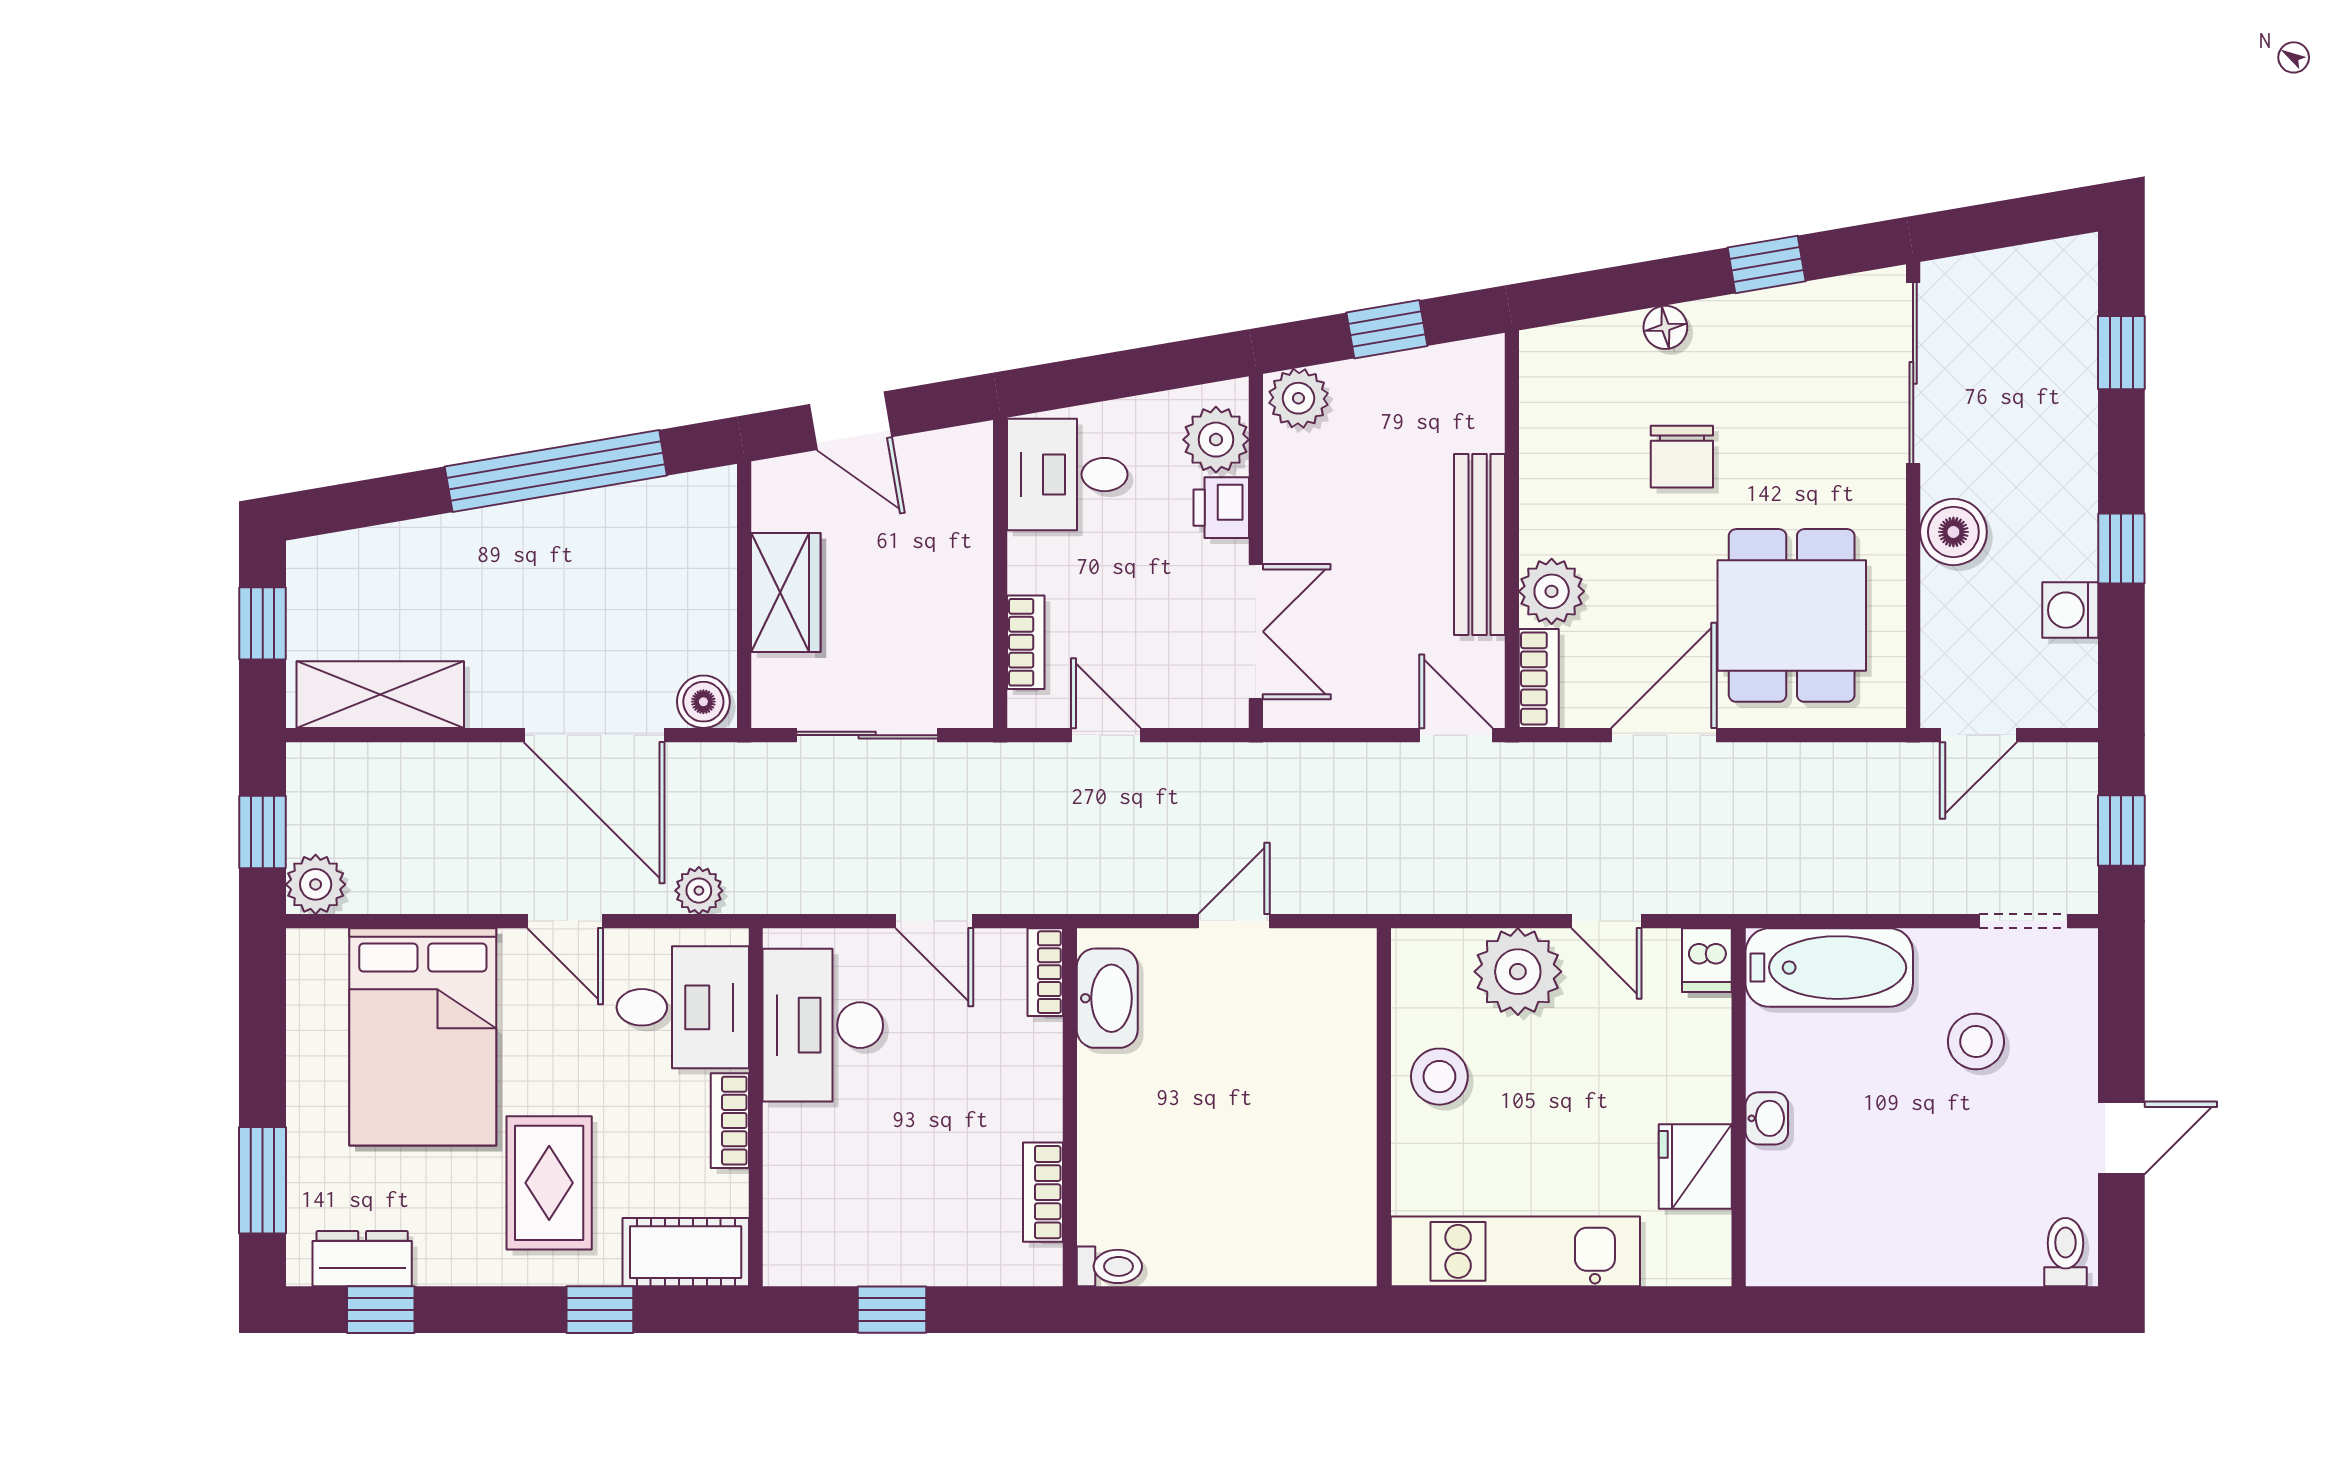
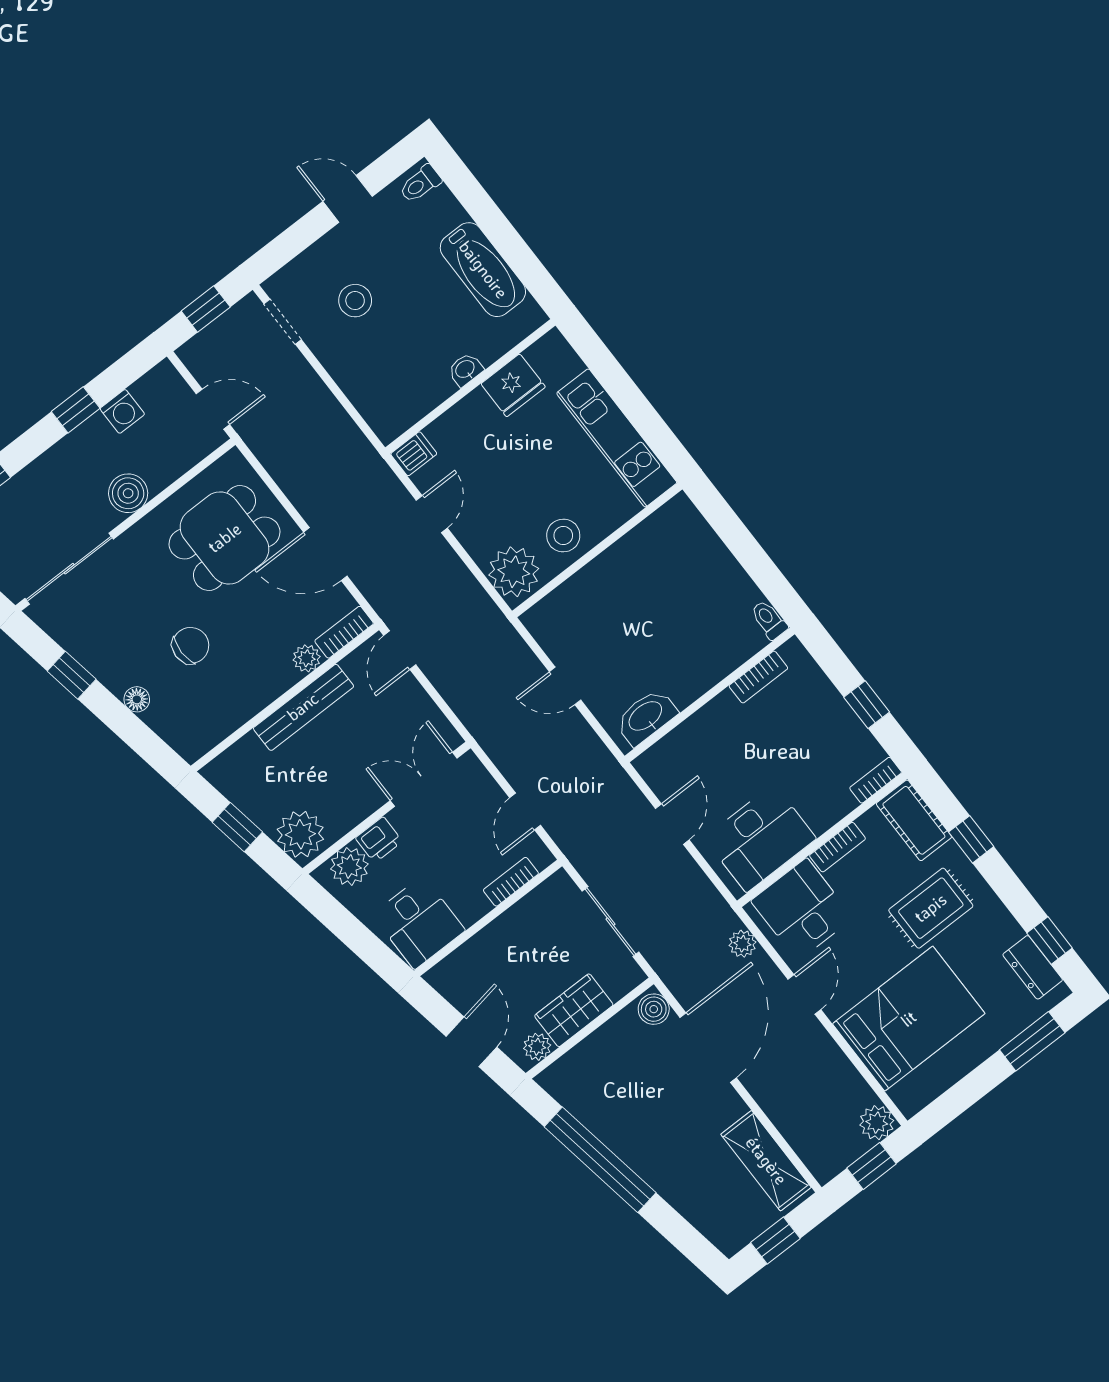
plant: (1298, 398) -> (300, 834), width x1.36, depth x1.36
plant: (775, 504) -> (537, 1047), added
plant: (1552, 591) -> (307, 658), width x0.73, depth x0.73
bathtub: (1829, 968) -> (483, 270), moved, turned 180
bookcase: (1045, 972) -> (876, 780), moved, turned 180
plant: (1518, 972) -> (514, 572), moved

